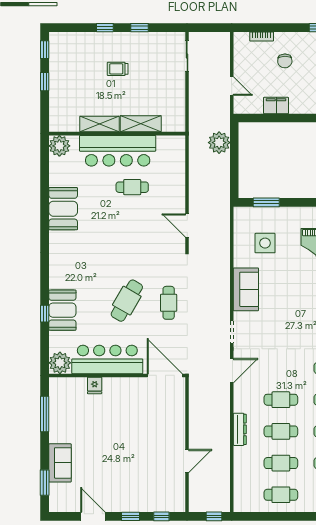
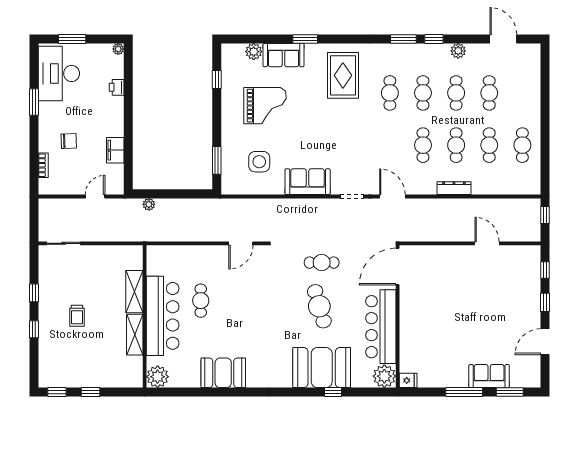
plant: (219, 143) -> (149, 204), width x0.53, depth x0.53
cafe table: (127, 301) -> (319, 306), turned 44
booth: (62, 310) -> (322, 368), width x1.36, depth x1.42
fridge: (95, 386) -> (408, 380), moved
window: (45, 414) -> (464, 392), moved

